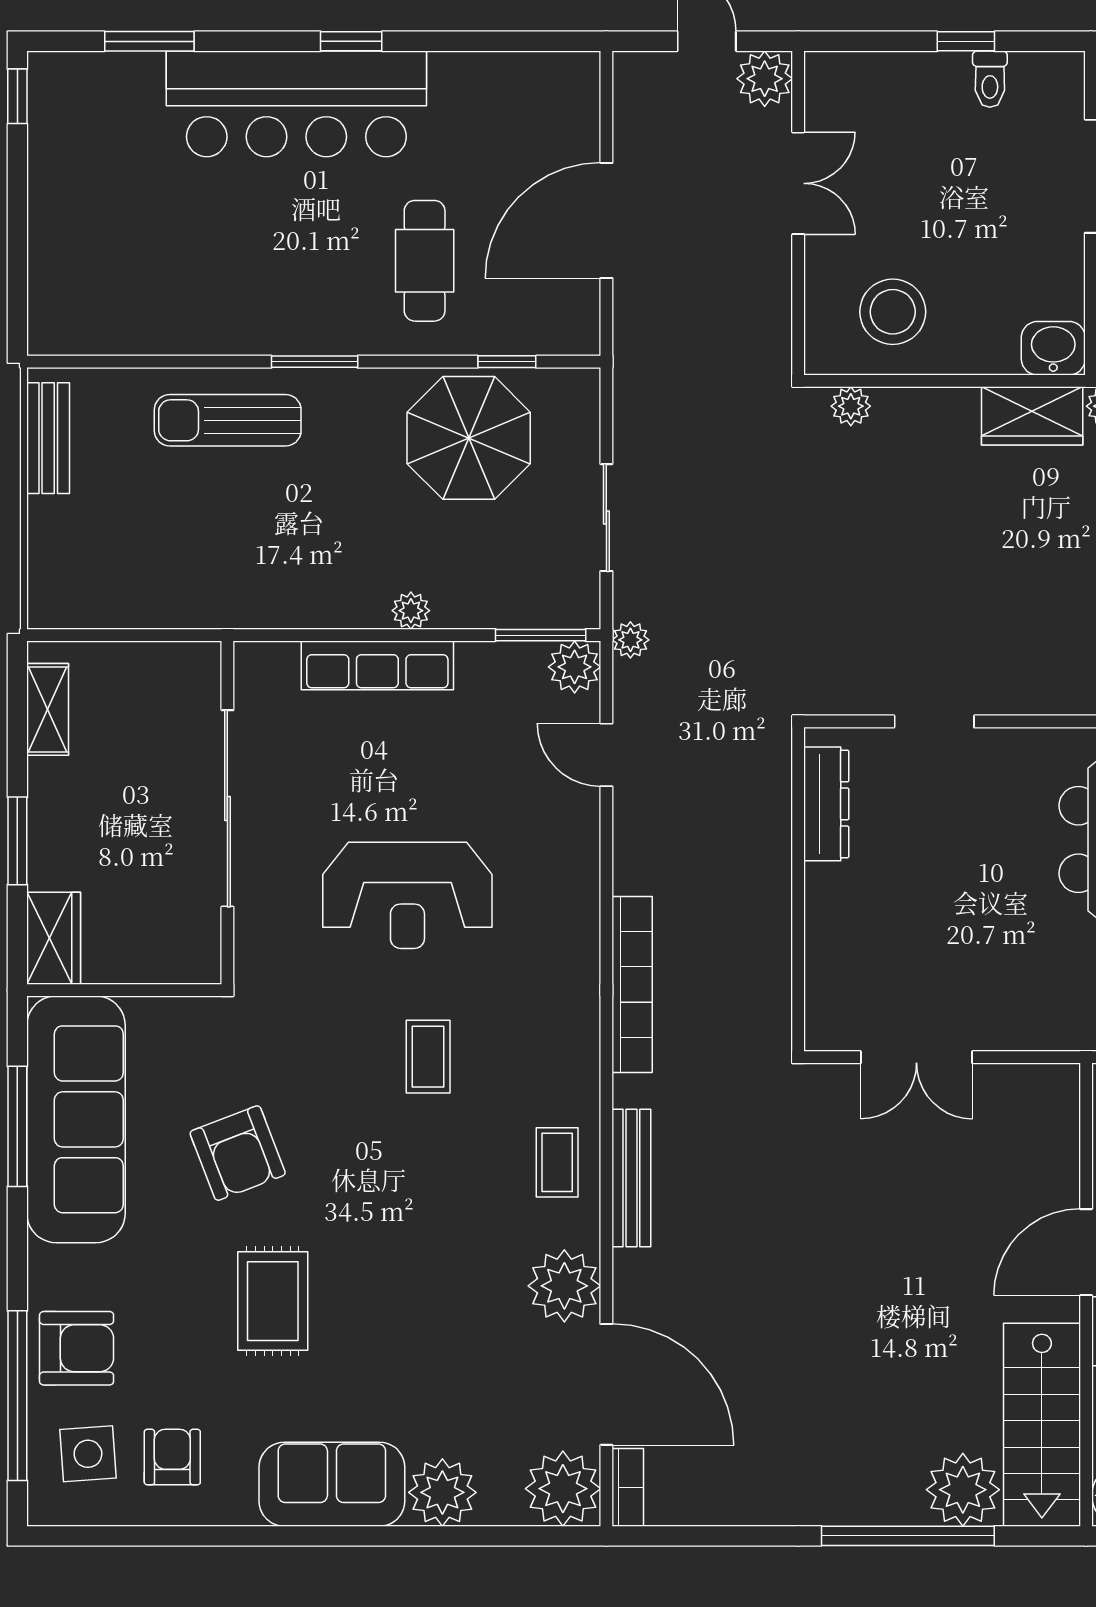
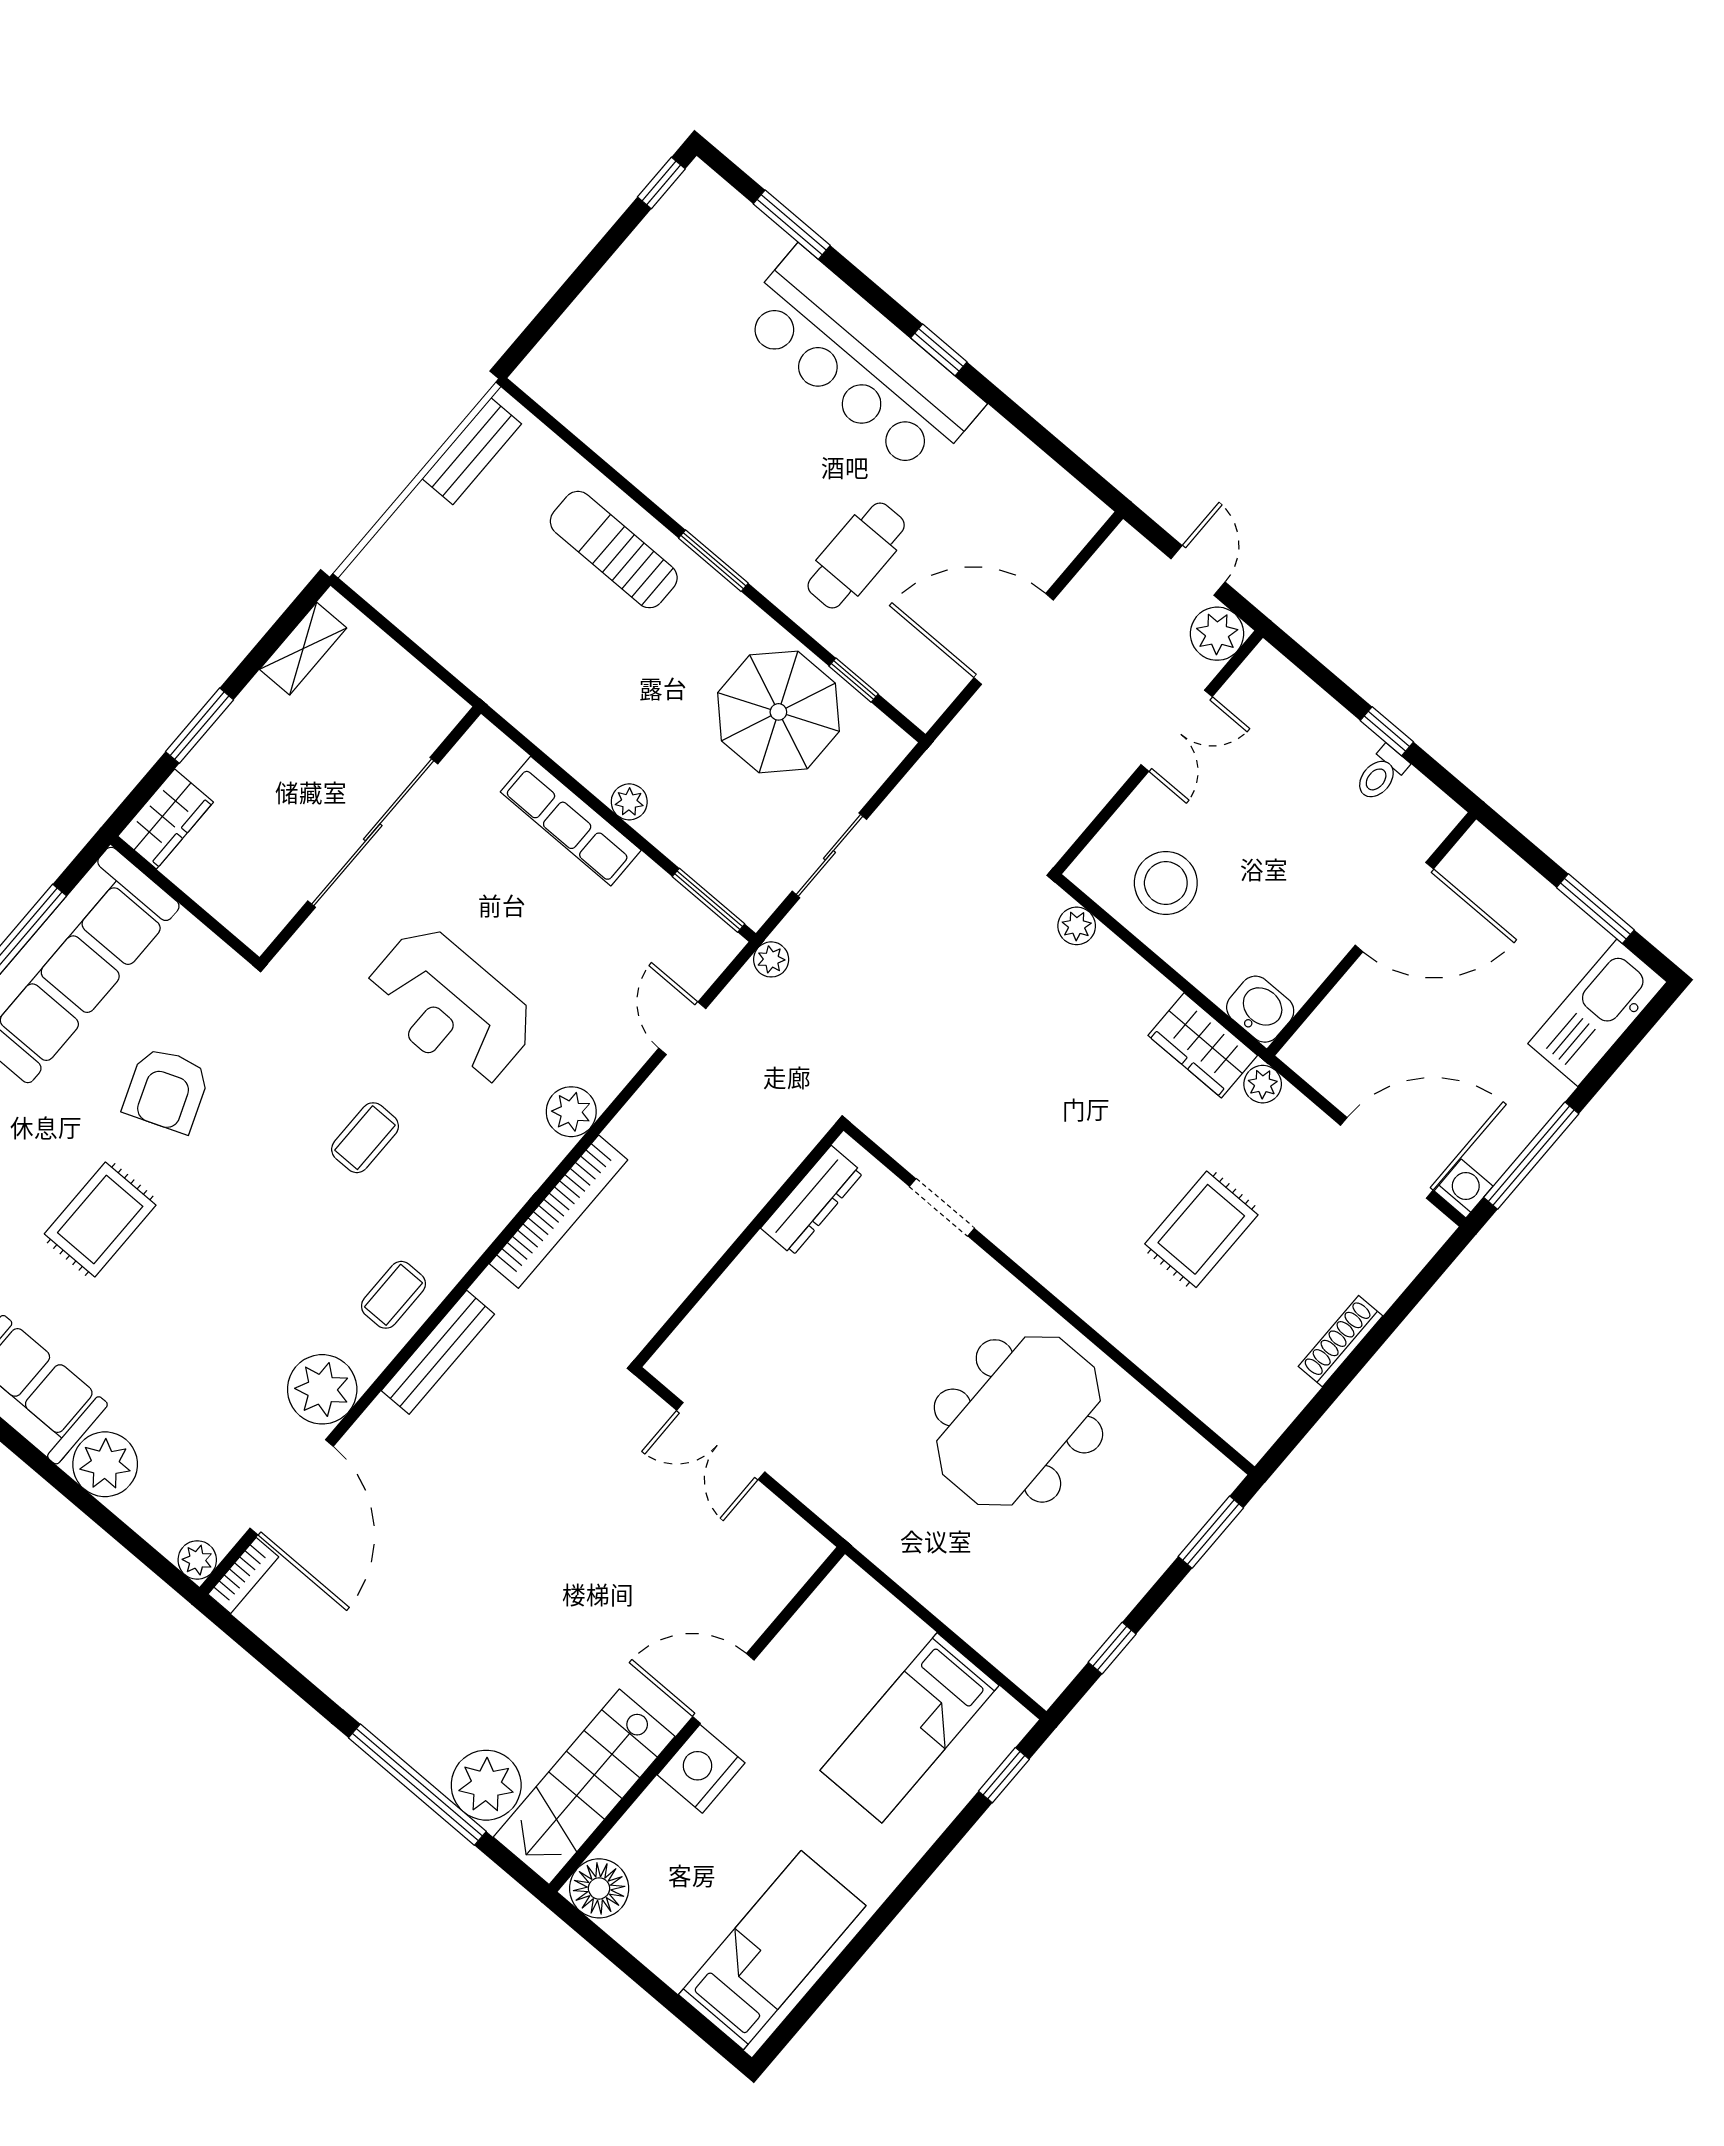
plant: (575, 667) -> (571, 1112), moved
plant: (563, 1489) -> (197, 1560), width x0.53, depth x0.53

